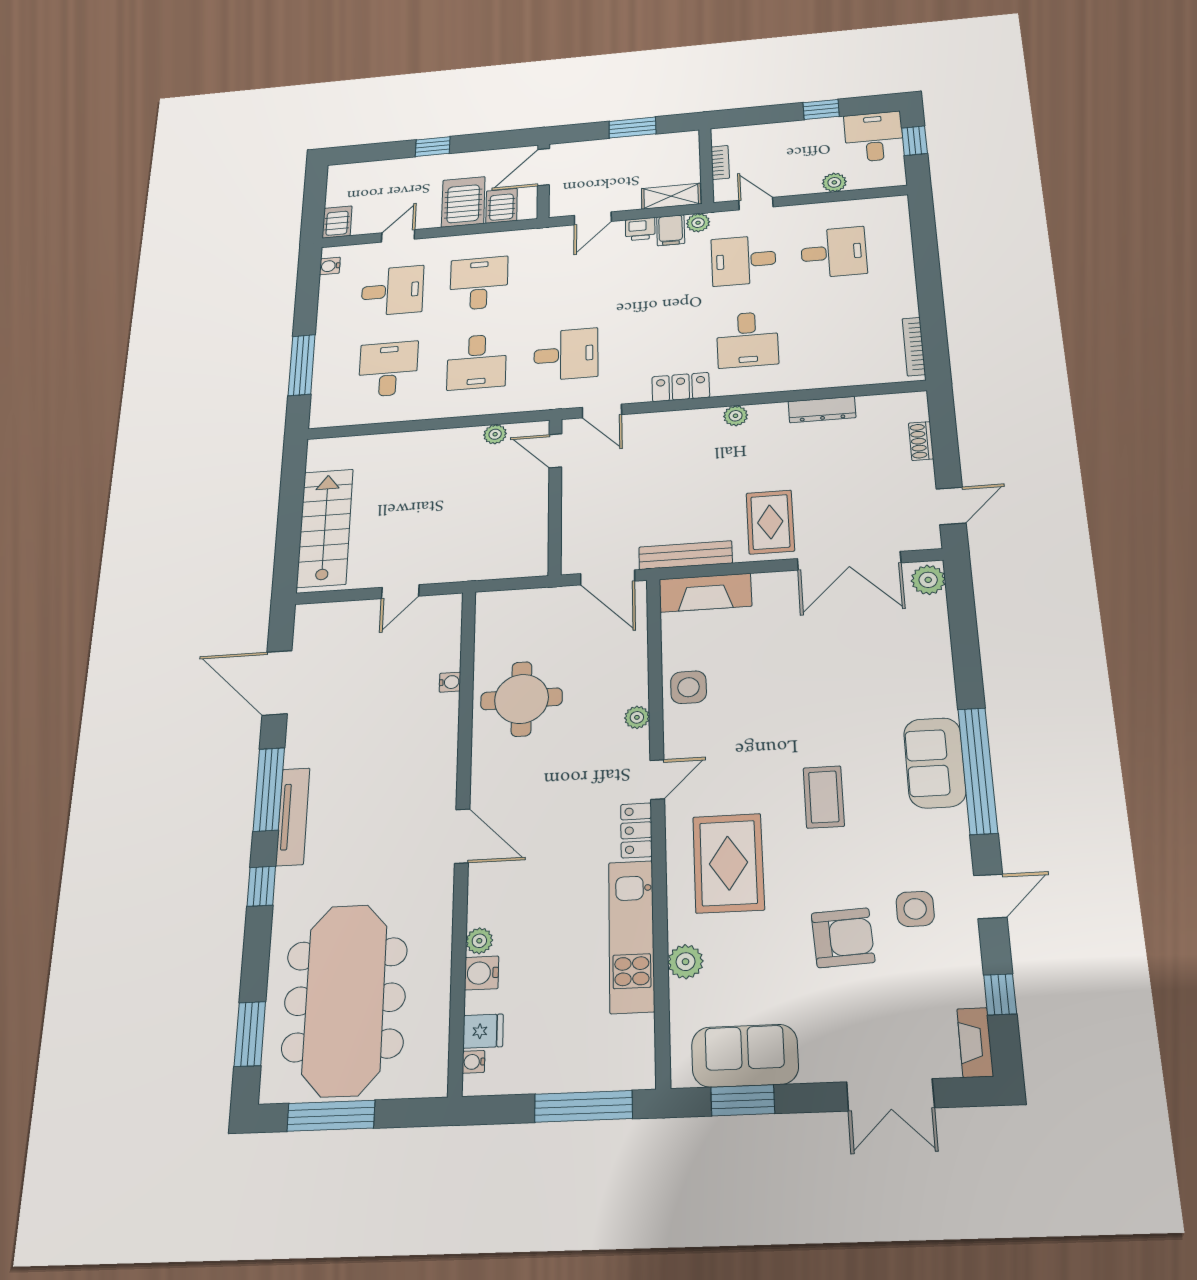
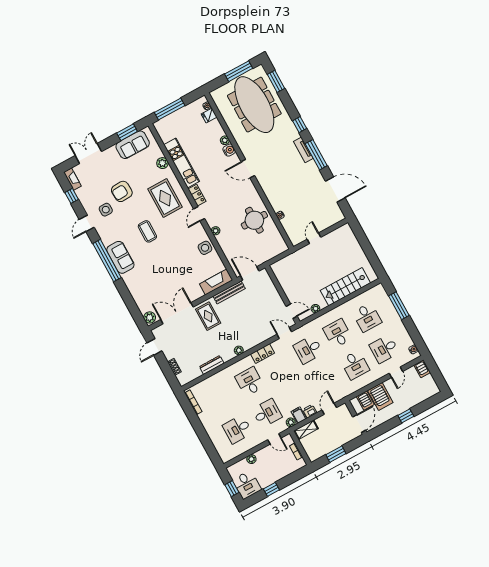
stairs: (325, 528) -> (345, 287), moved, turned 90
tv unit: (293, 817) -> (303, 150), width x0.71
water cooler: (482, 973) -> (229, 150), moved

